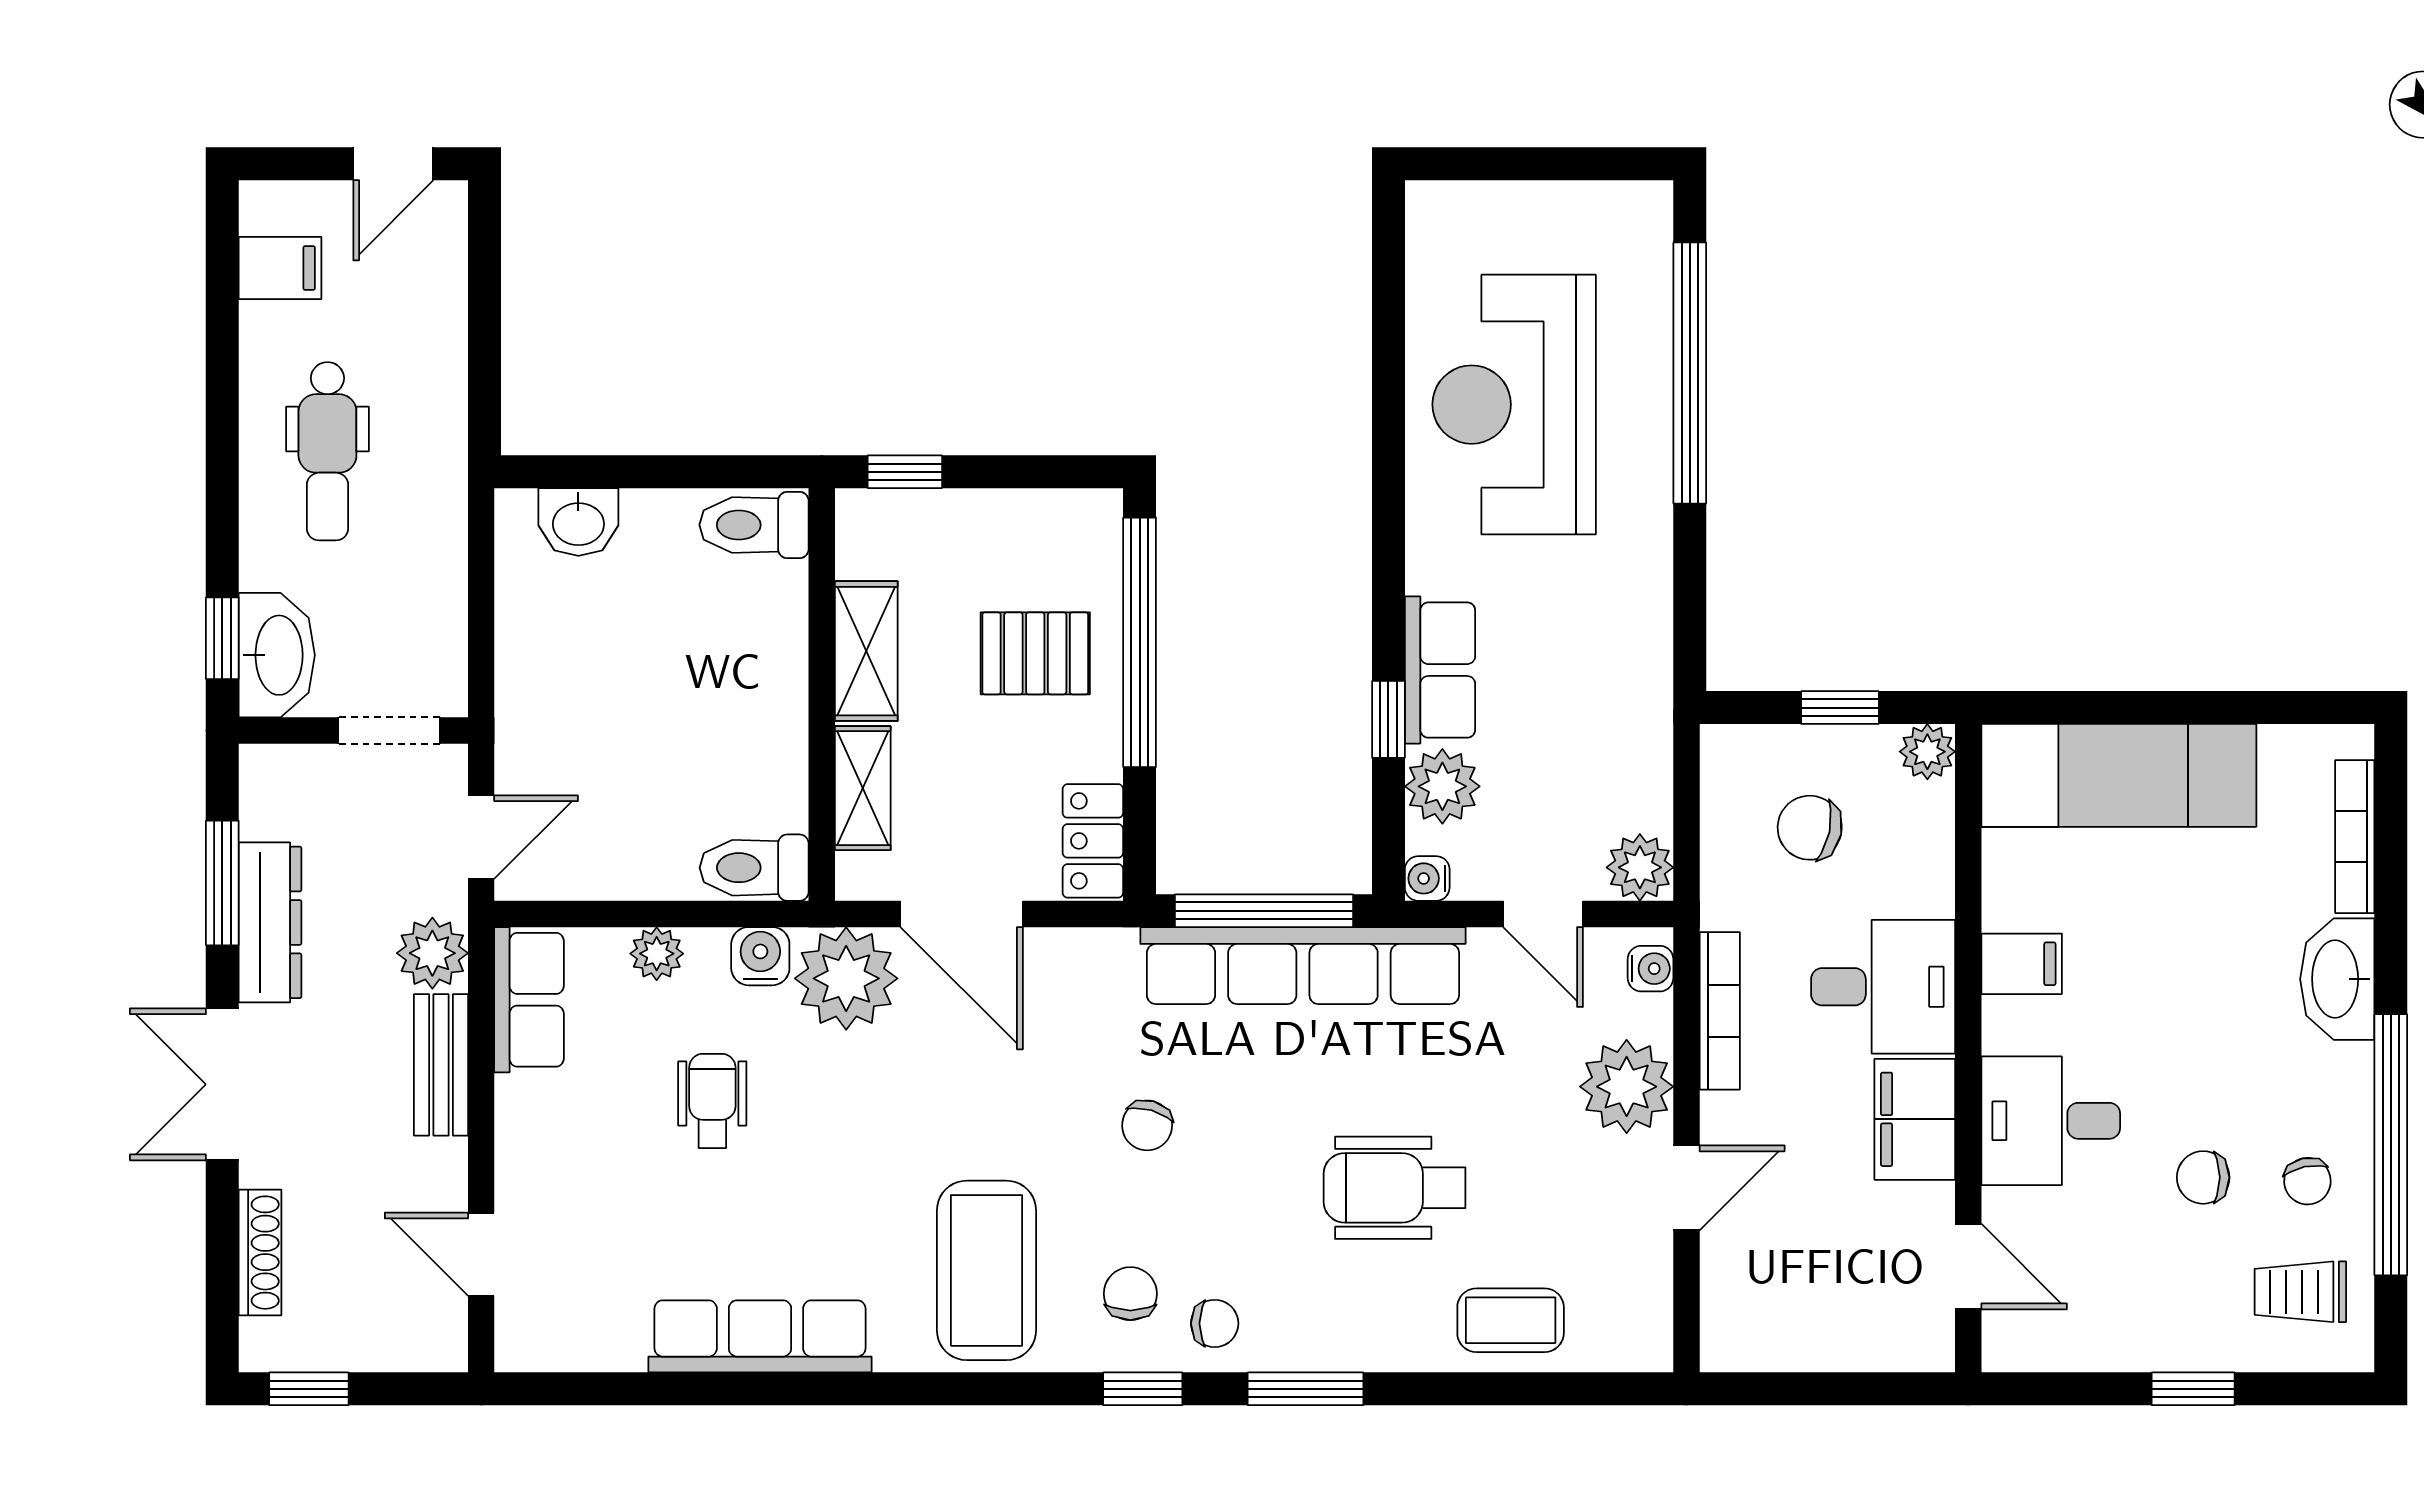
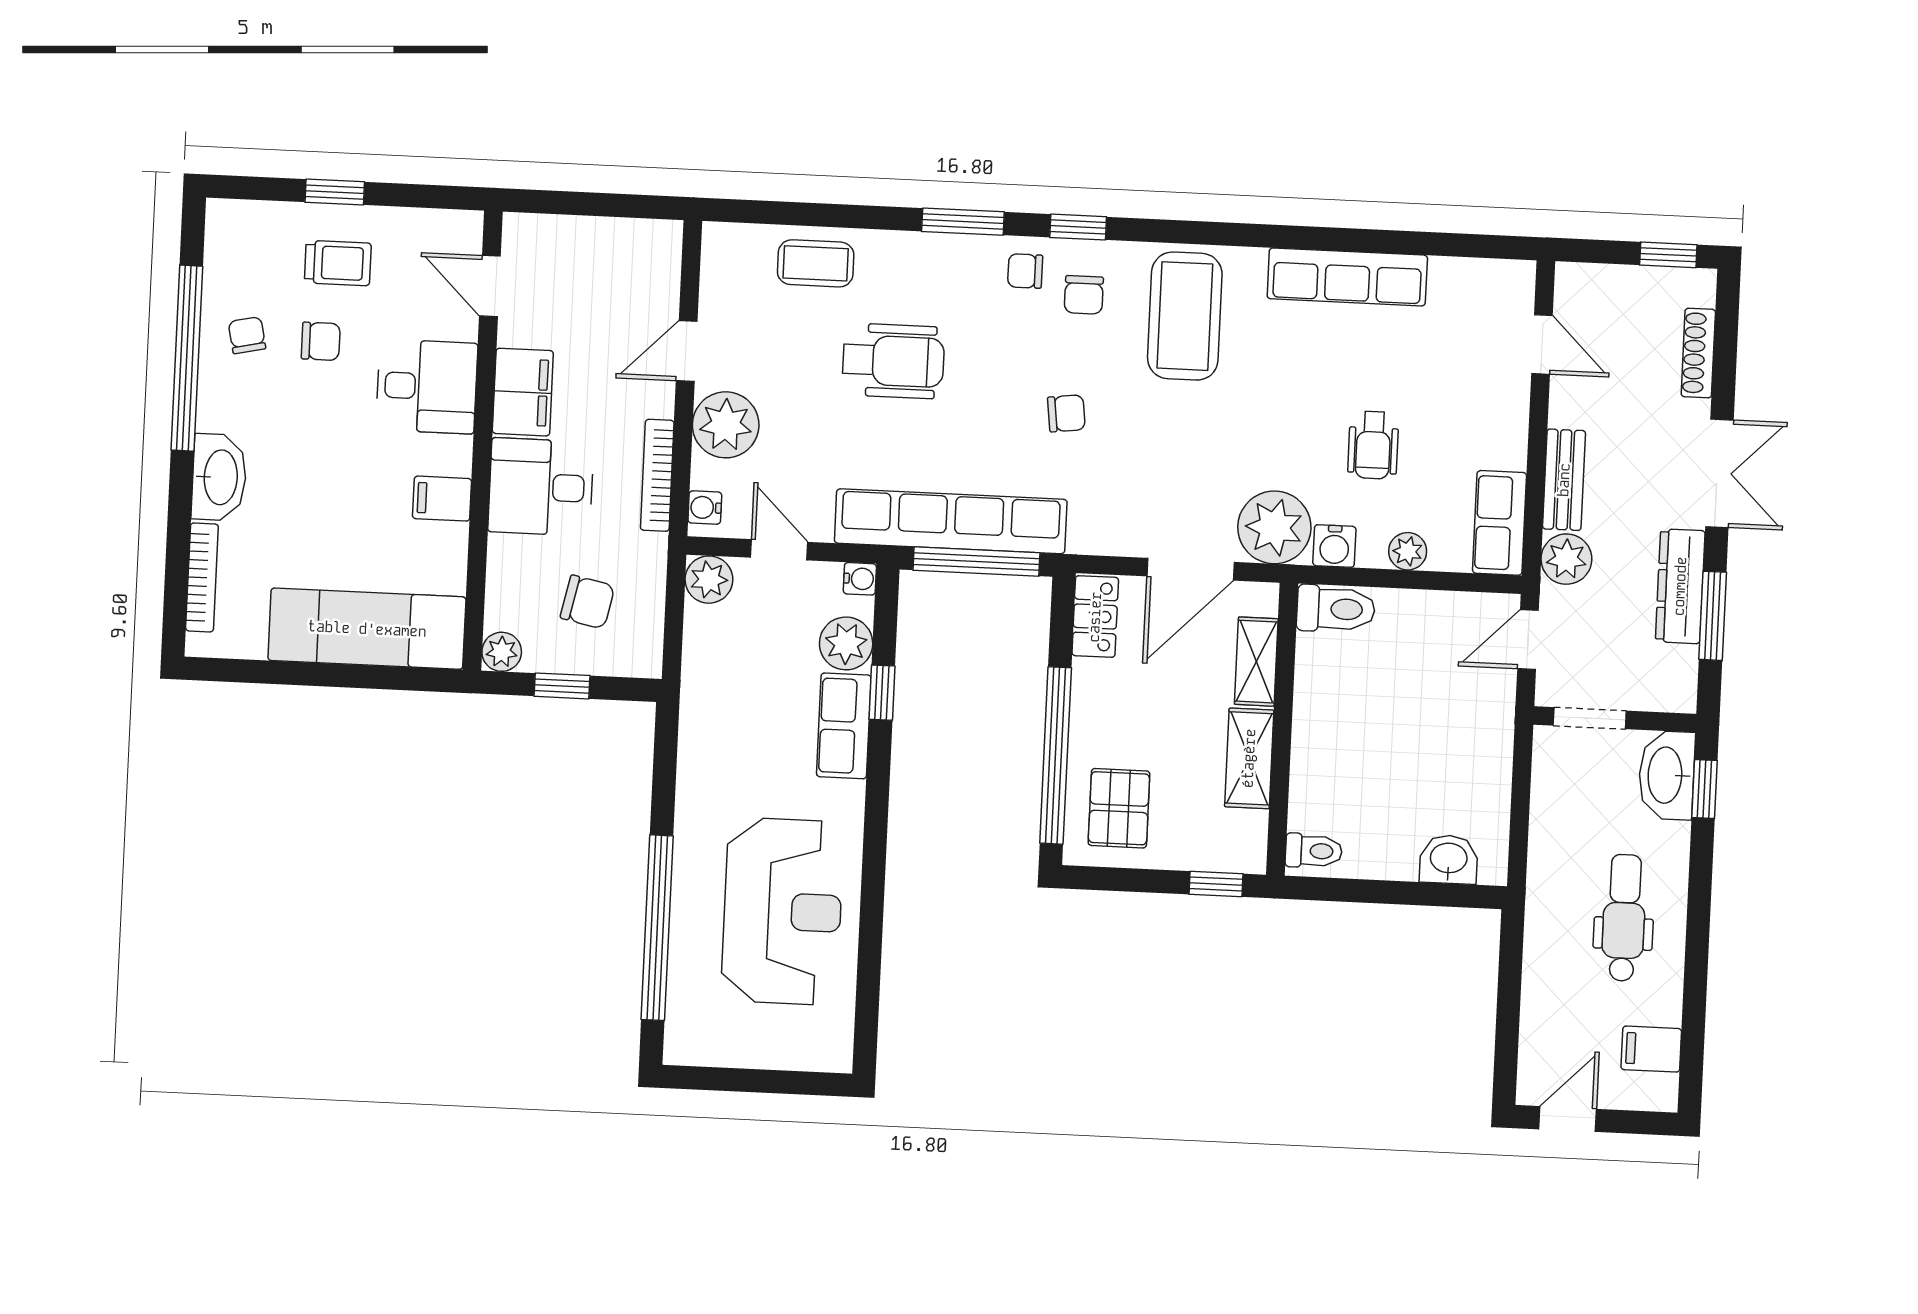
toilet: (754, 525) -> (1314, 851), width x0.73, depth x0.72
pallet: (1035, 653) -> (1119, 808), moved, turned 90
door: (962, 914) -> (1191, 569), swing flipped
chair: (1147, 1125) -> (1066, 413), turned 67
trolley: (2300, 1292) -> (338, 263), moved

